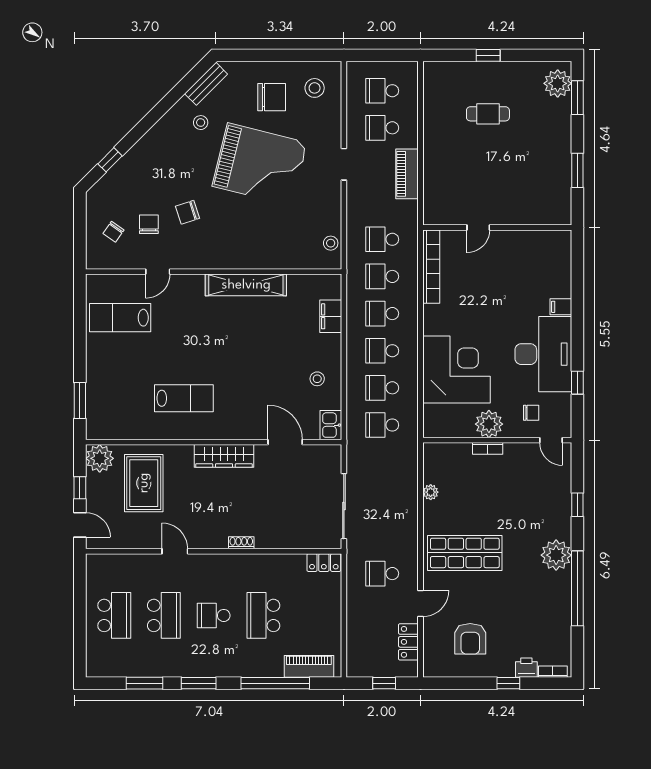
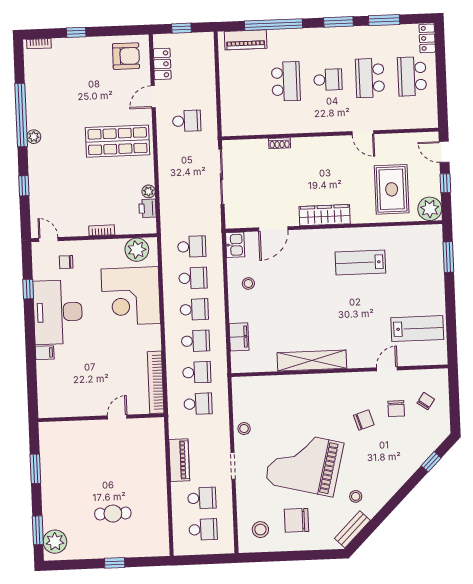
stool: (331, 243) -> (244, 429), moved
plant: (489, 424) -> (137, 250), moved
door: (285, 442) -> (273, 229), hinge flipped
shoe rack: (241, 543) -> (280, 143), moved
plant: (556, 555) -> (34, 137), width x0.53, depth x0.53
locker: (324, 563) -> (427, 38), moved, turned -90
armchair: (470, 639) -> (126, 56), moved, turned 90
printer: (526, 668) -> (147, 208), moved, turned 90

